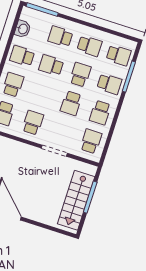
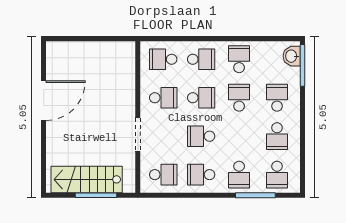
washbasin: (23, 29) -> (292, 56), moved, turned 90
school desk: (80, 75) -> (201, 98), moved

